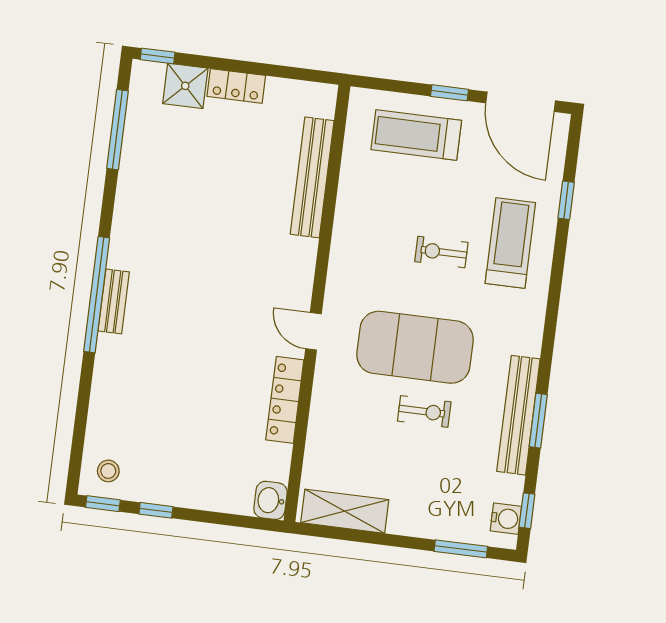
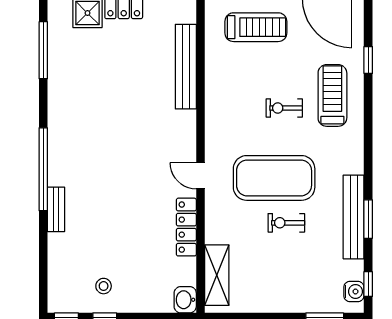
treadmill: (416, 135) -> (256, 27), turned 180
bench: (114, 301) -> (56, 209), moved
exercise bike: (424, 411) -> (286, 223), turned 180
stool: (108, 471) -> (104, 286), moved
shelving: (345, 511) -> (217, 275), moved, turned 90

